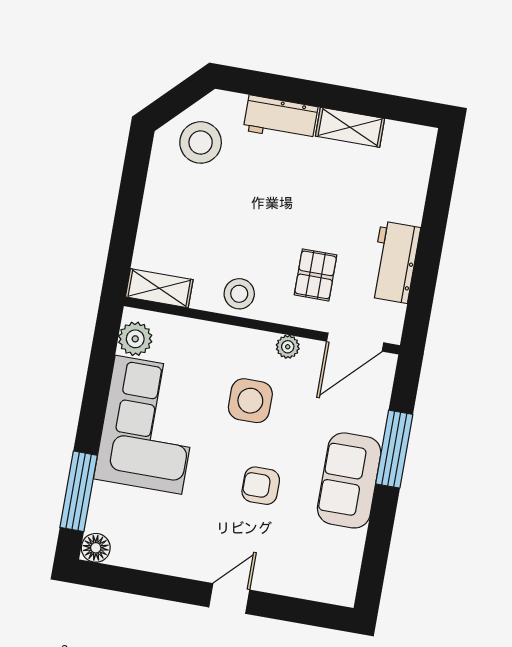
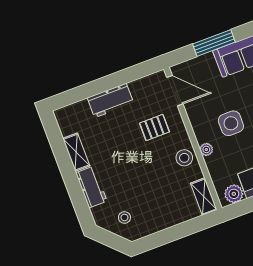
stool: (201, 142) -> (124, 217), width x0.53, depth x0.53
workbench: (394, 262) -> (110, 100), moved
plant: (288, 347) -> (206, 149), moved

